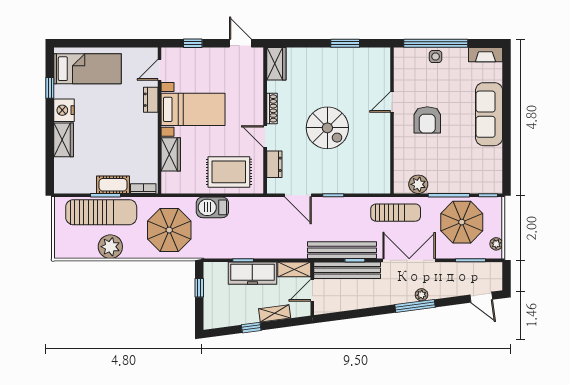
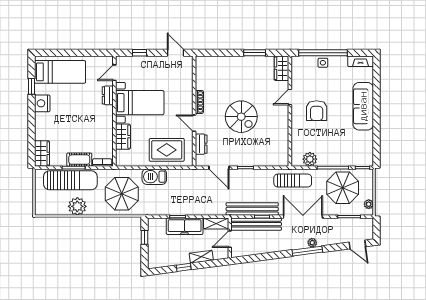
wardrobe: (276, 64) -> (282, 68), moved, turned 180
wardrobe: (64, 140) -> (42, 153), moved

